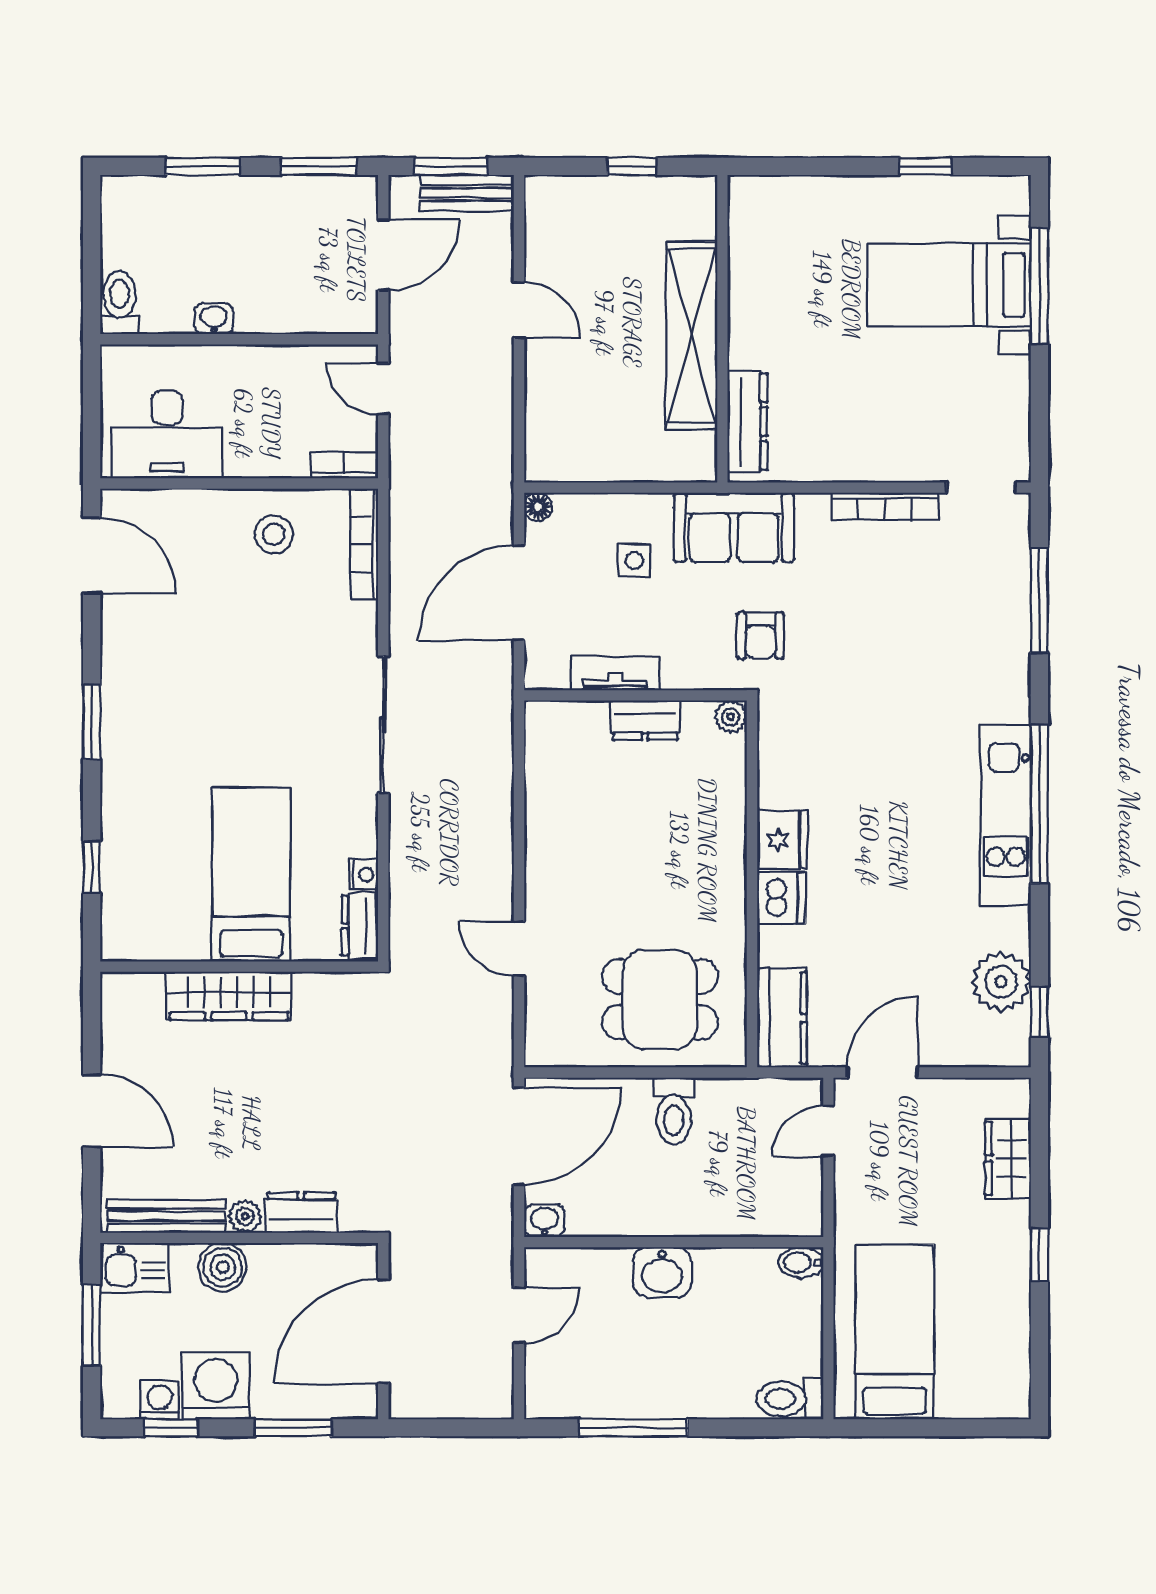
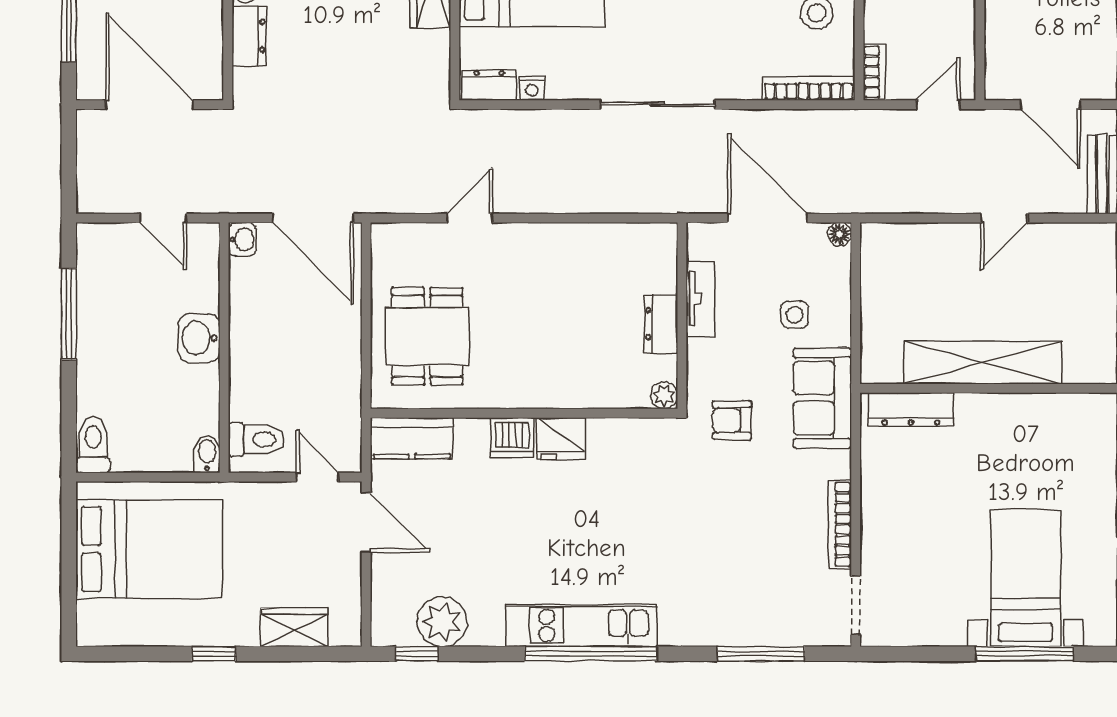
toilet: (674, 1111) -> (256, 440), moved, turned 180
bed: (895, 1332) -> (149, 549), width x1.50

